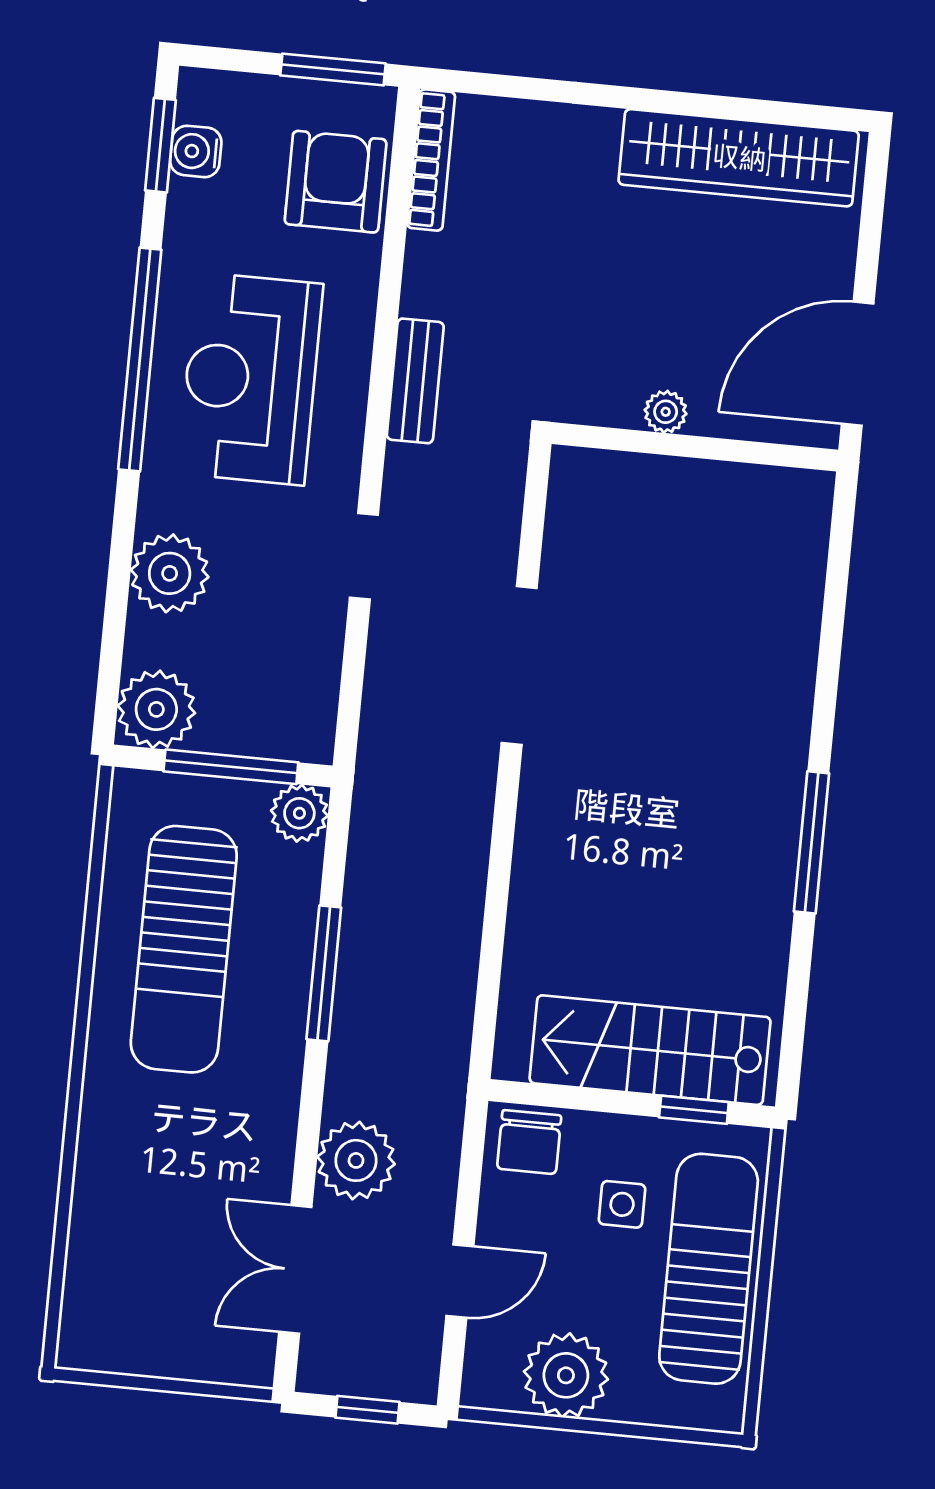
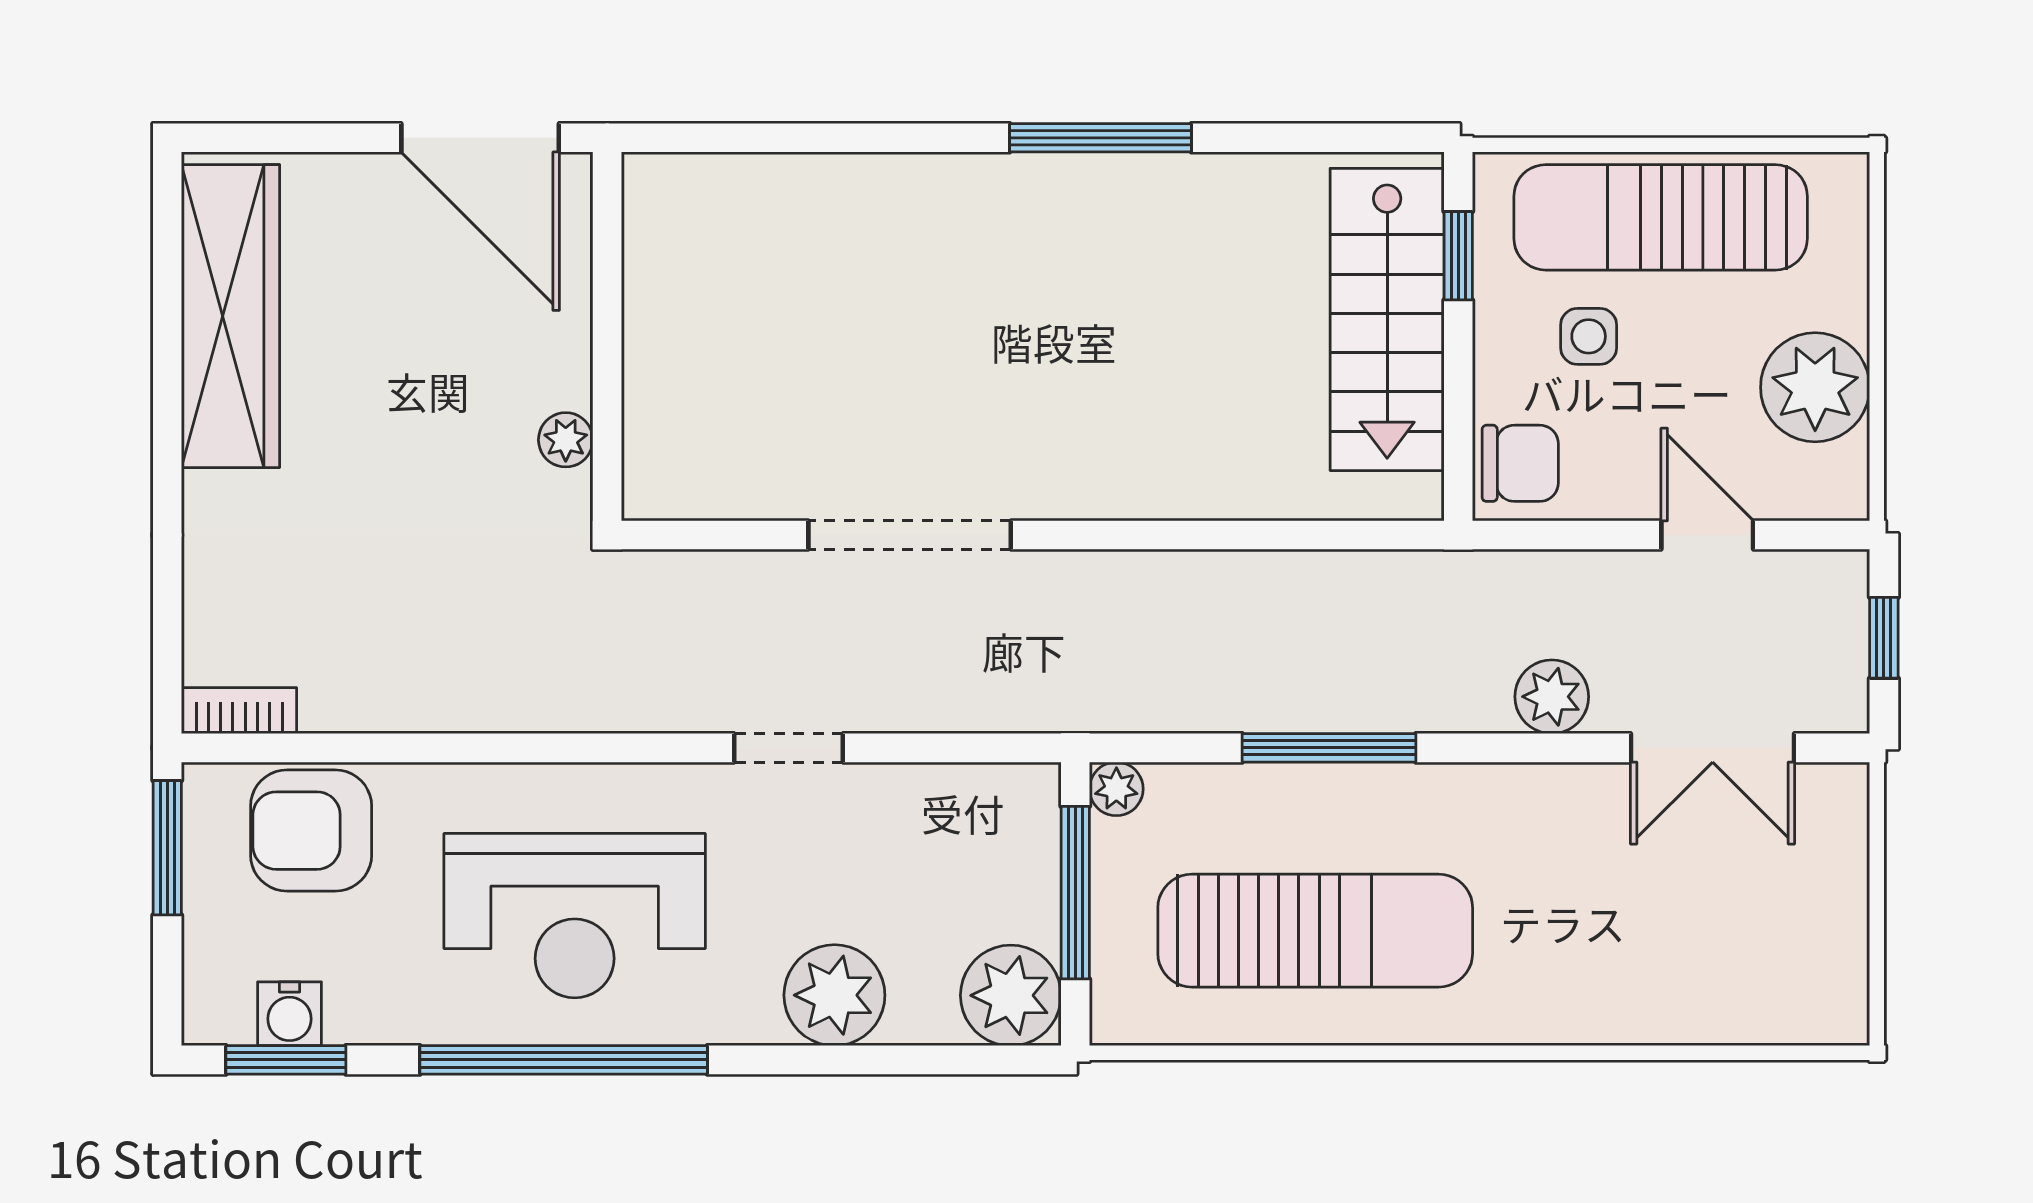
bookcase: (431, 160) -> (239, 711), width x0.64
bench: (415, 381) -> (557, 704), removed
plant: (666, 412) -> (566, 440), moved
plant: (299, 813) -> (1116, 789), width x0.73, depth x0.73
plant: (356, 1160) -> (1552, 697), width x0.73, depth x0.73

